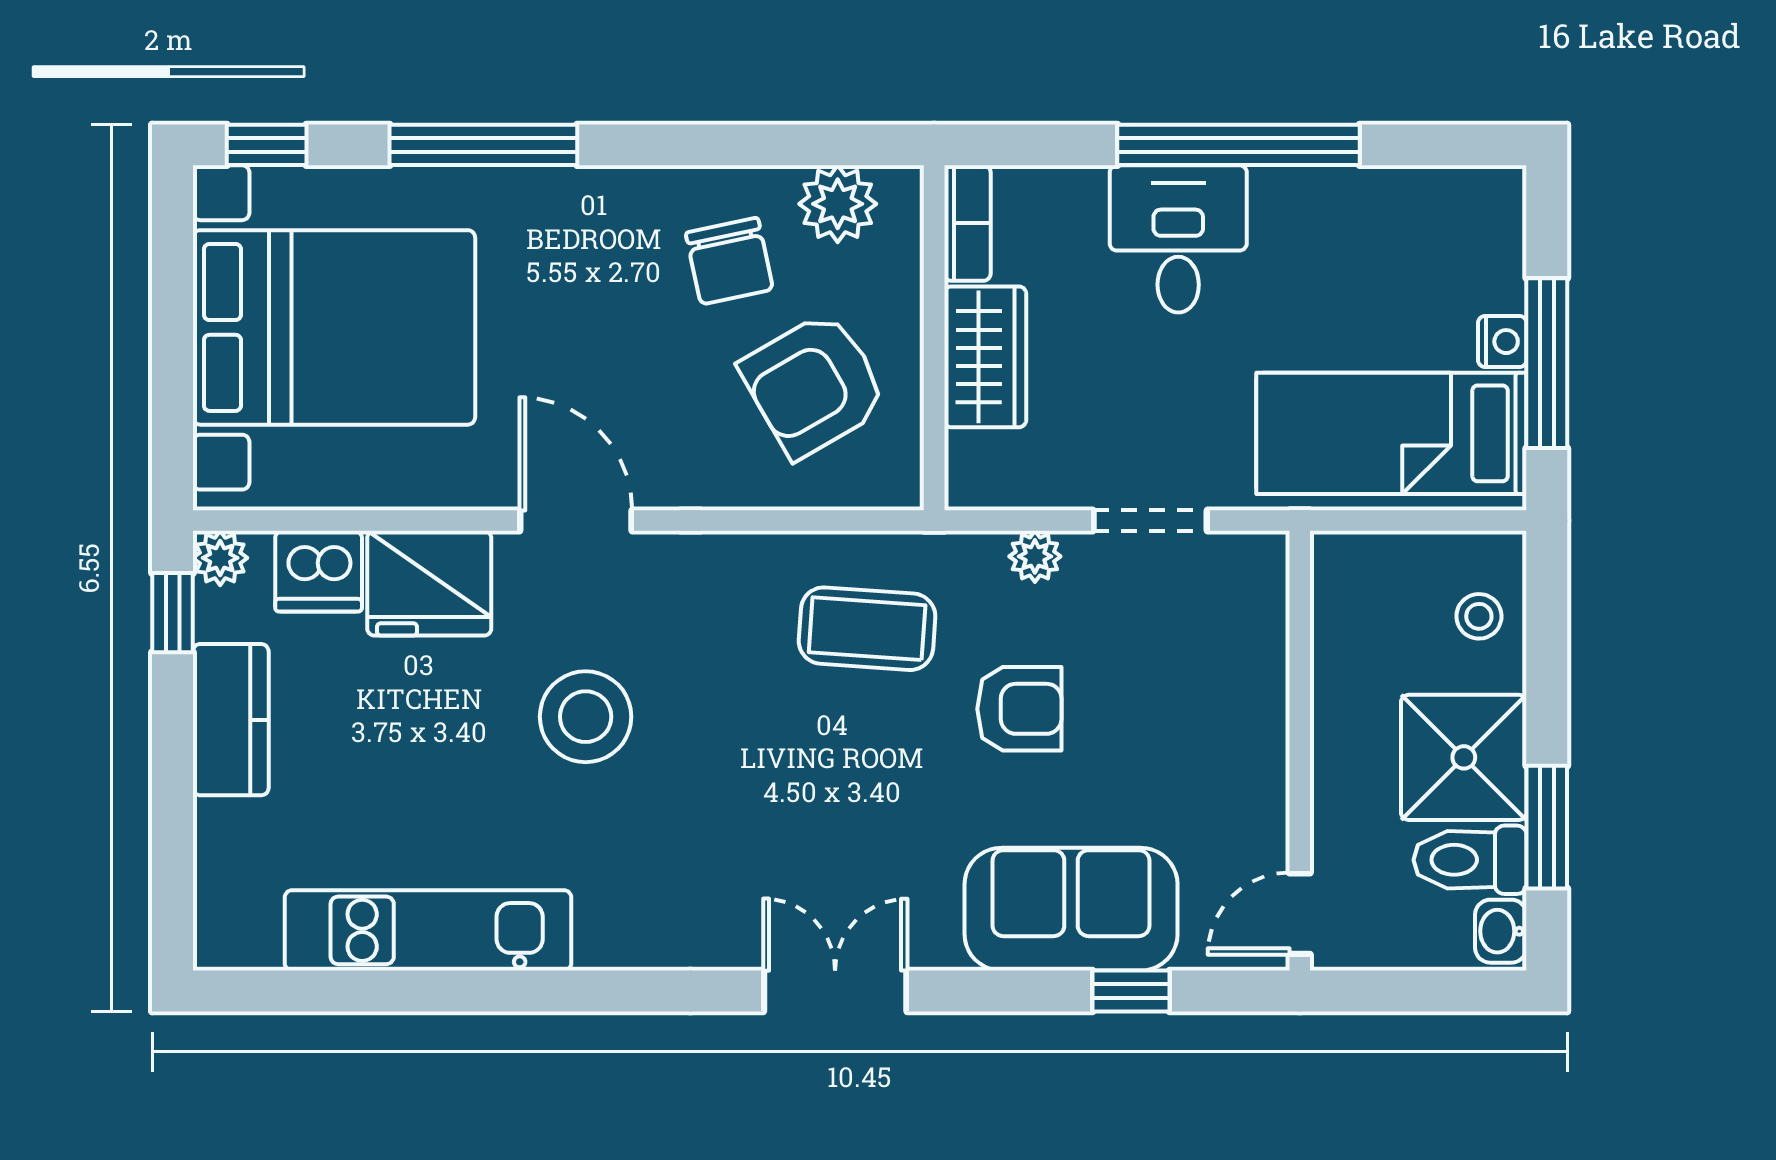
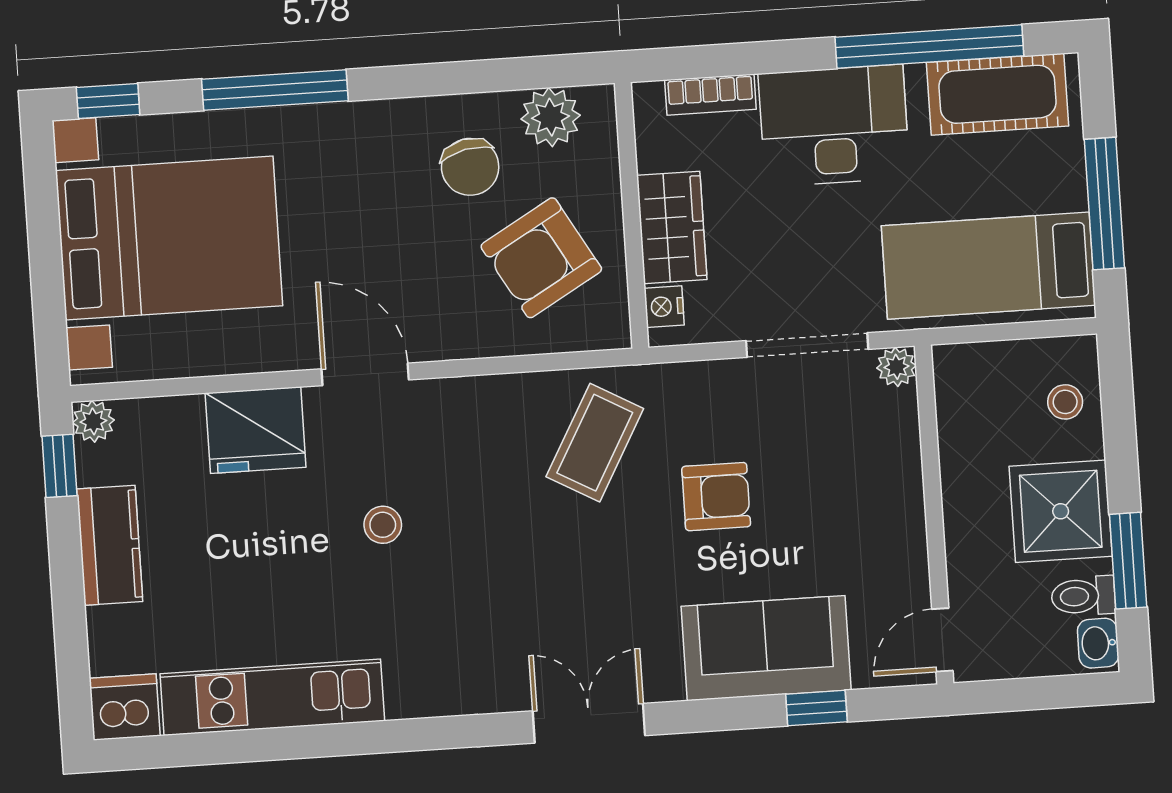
window: (1238, 145) -> (929, 46), moved
cot: (1418, 213) -> (997, 94), added
bookcase: (967, 223) -> (710, 95), moved, turned 90
desk: (1178, 239) -> (834, 126), width x1.37
nightstand: (1502, 342) -> (664, 307), moved, turned 180
doorway: (1150, 521) -> (807, 345), width x1.38
plant: (1035, 556) -> (896, 367), moved
dishwasher: (319, 571) -> (125, 707), moved, turned 180
coffee table: (867, 629) -> (595, 443), turned -65
stool: (586, 717) -> (383, 525), width x0.53, depth x0.53
toilet: (1470, 860) -> (1083, 596), width x0.73, depth x0.72

